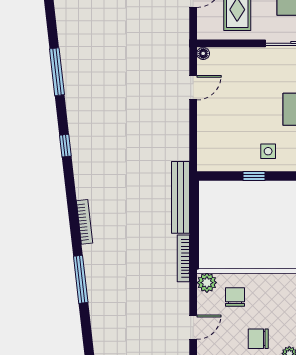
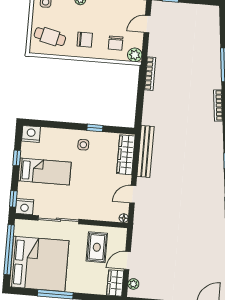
wardrobe: (208, 142) -> (126, 155), added
bench: (180, 197) -> (145, 151), moved
chair: (258, 339) -> (85, 40), moved

